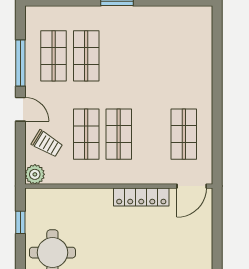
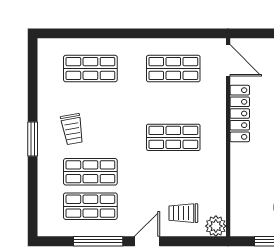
trolley: (127, 39) -> (72, 129), added
shop shelf: (86, 134) -> (90, 69), moved
trolley: (47, 144) -> (183, 213), turned -121

